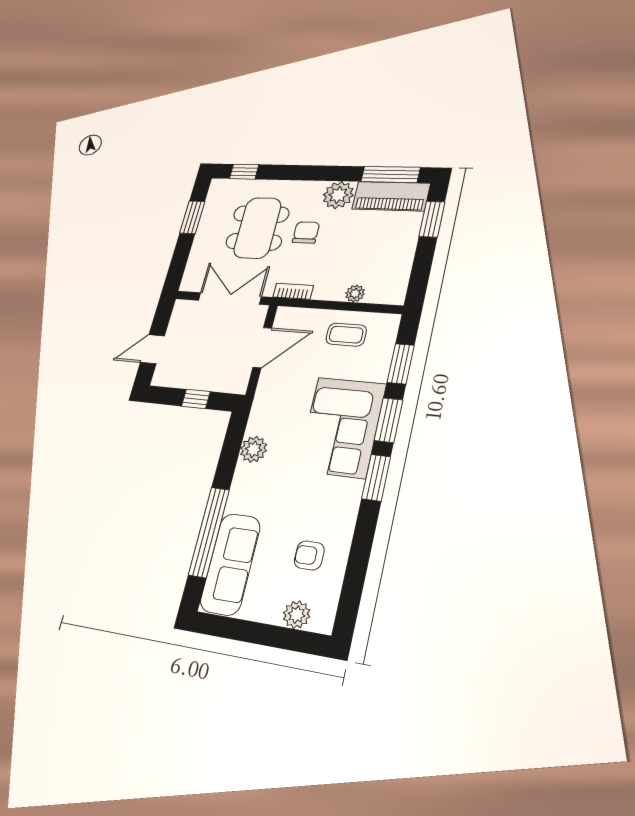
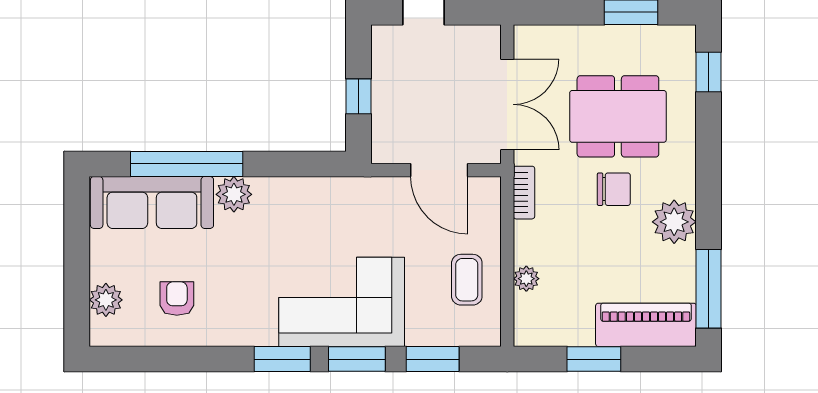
piano: (391, 196) -> (646, 325), moved, turned 90
window: (432, 219) -> (594, 359), moved
plant: (254, 449) -> (234, 194), moved

